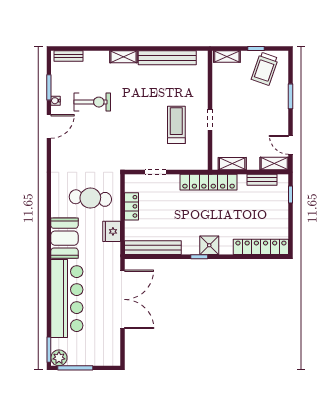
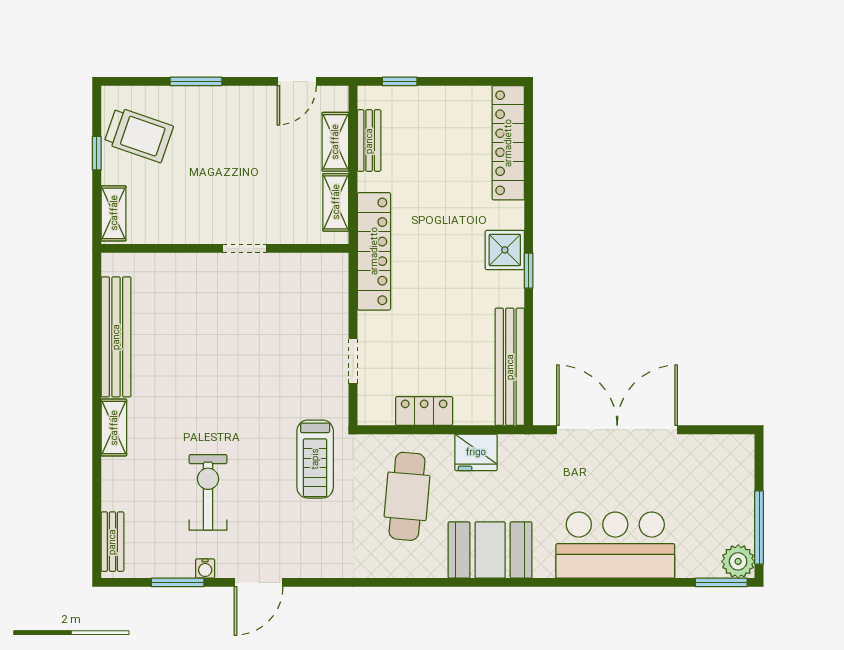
treadmill: (176, 125) -> (315, 459), moved, turned -90
door: (49, 126) -> (259, 582), swing flipped
shelving: (274, 164) -> (335, 142), moved
bar counter: (67, 299) -> (615, 545), width x0.73

